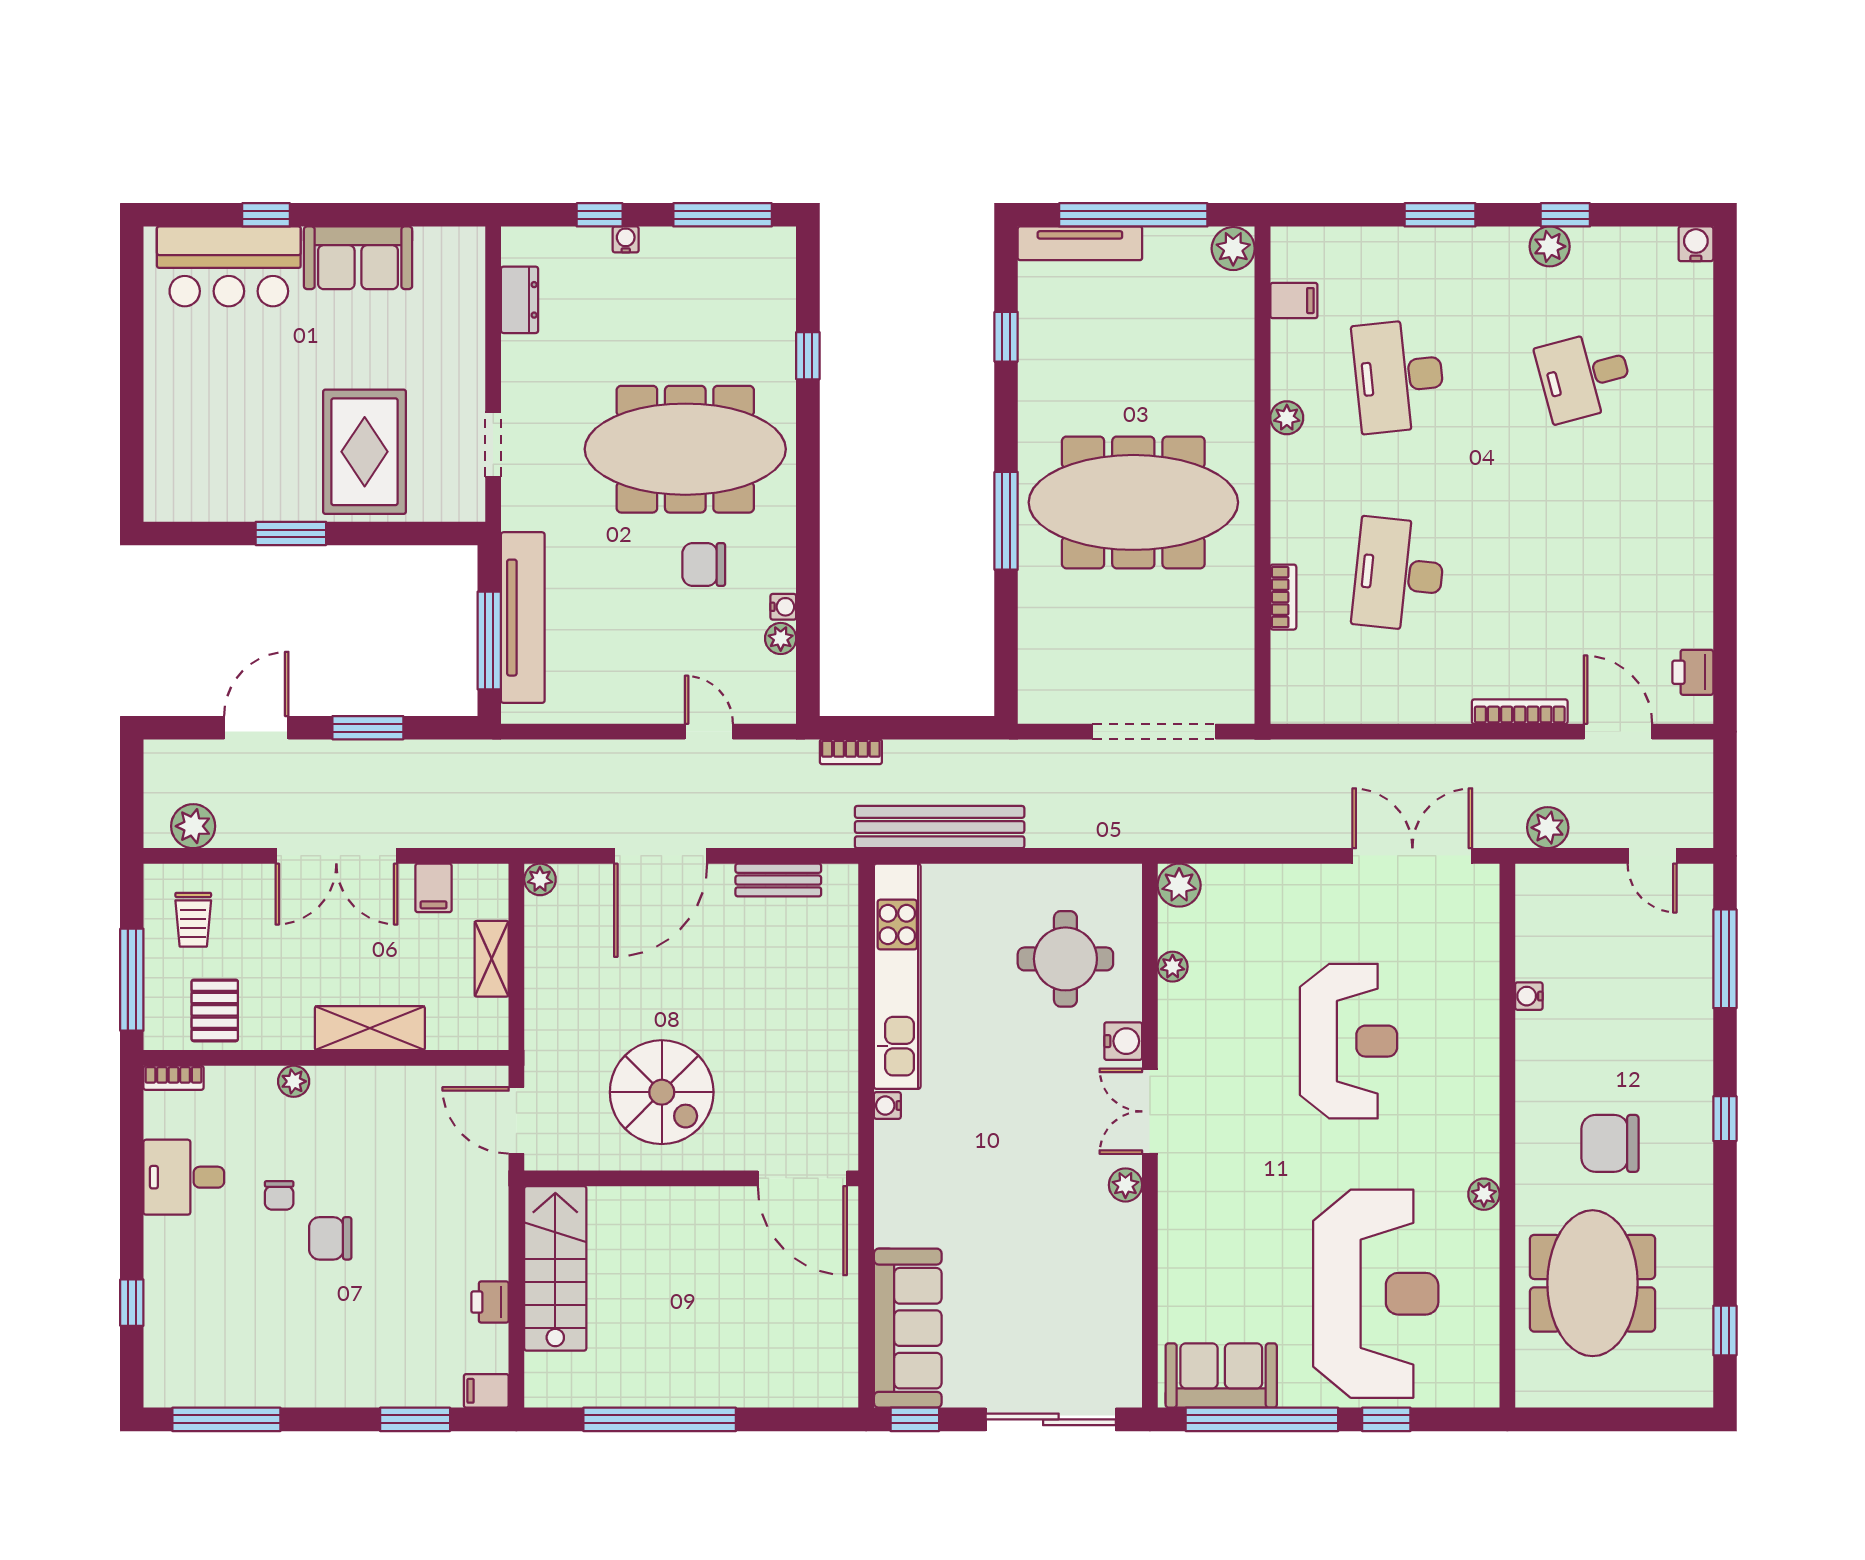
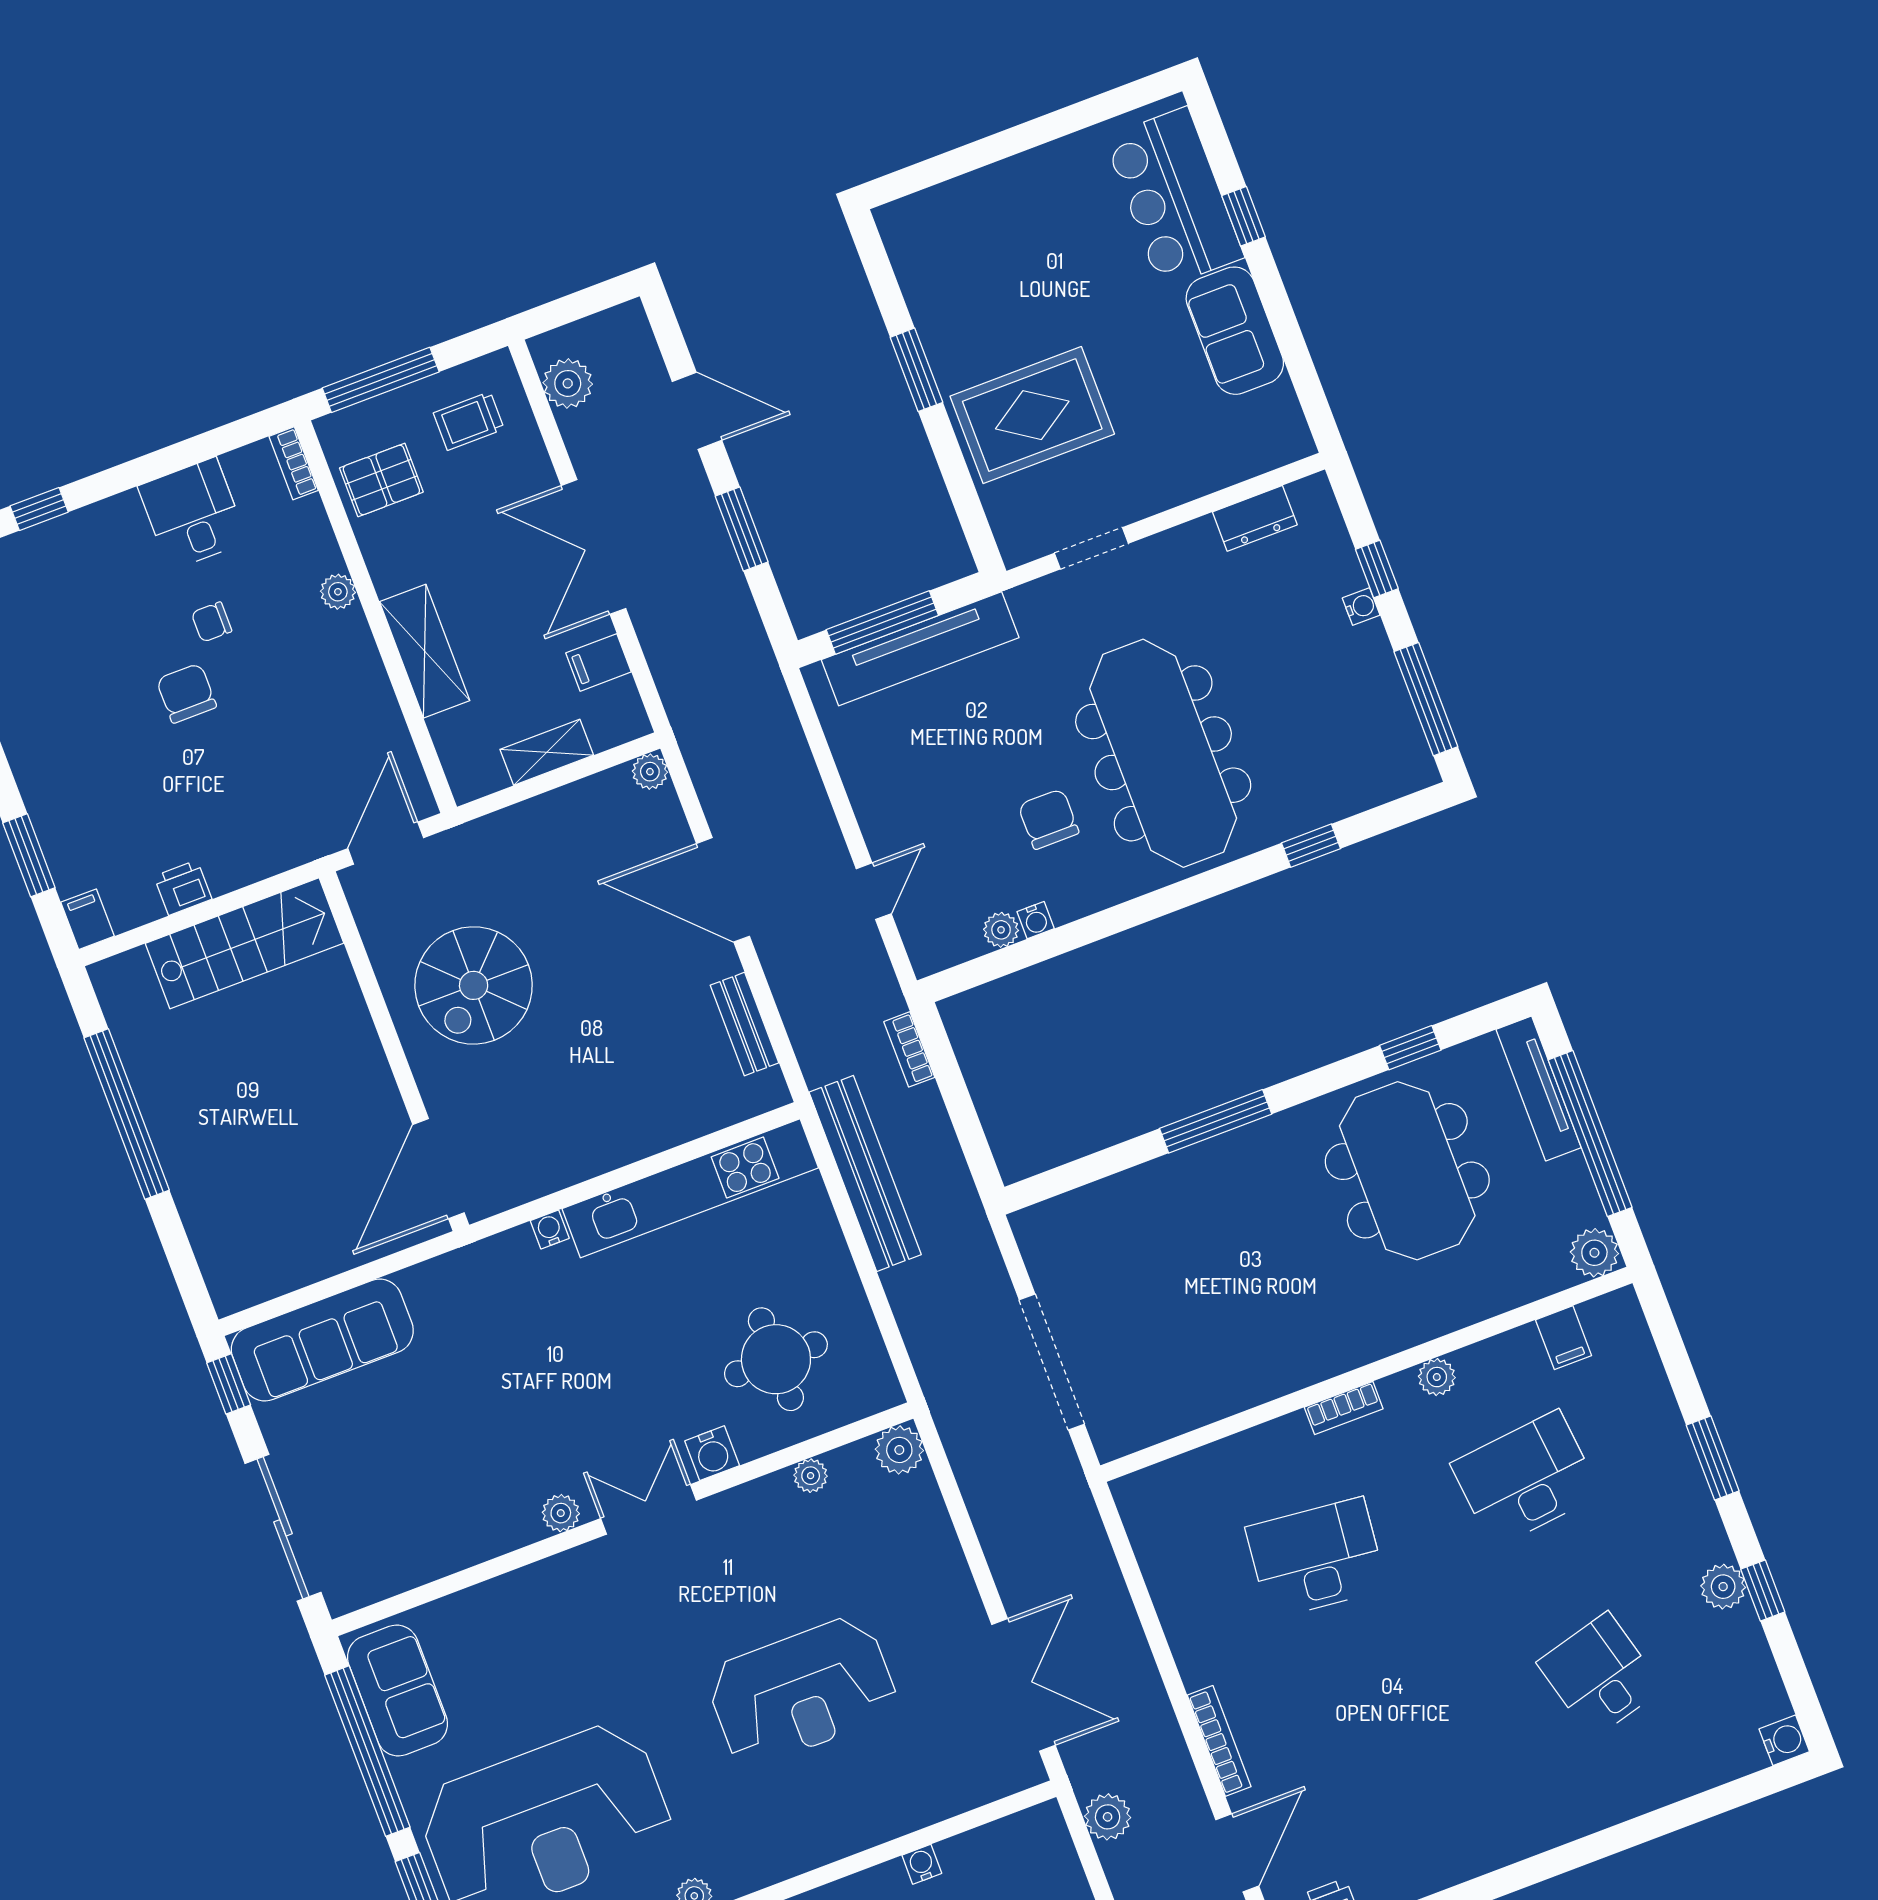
meeting table: (1133, 502) -> (1407, 1171), moved, width x0.73
bookcase: (1283, 597) -> (1344, 1408), moved

